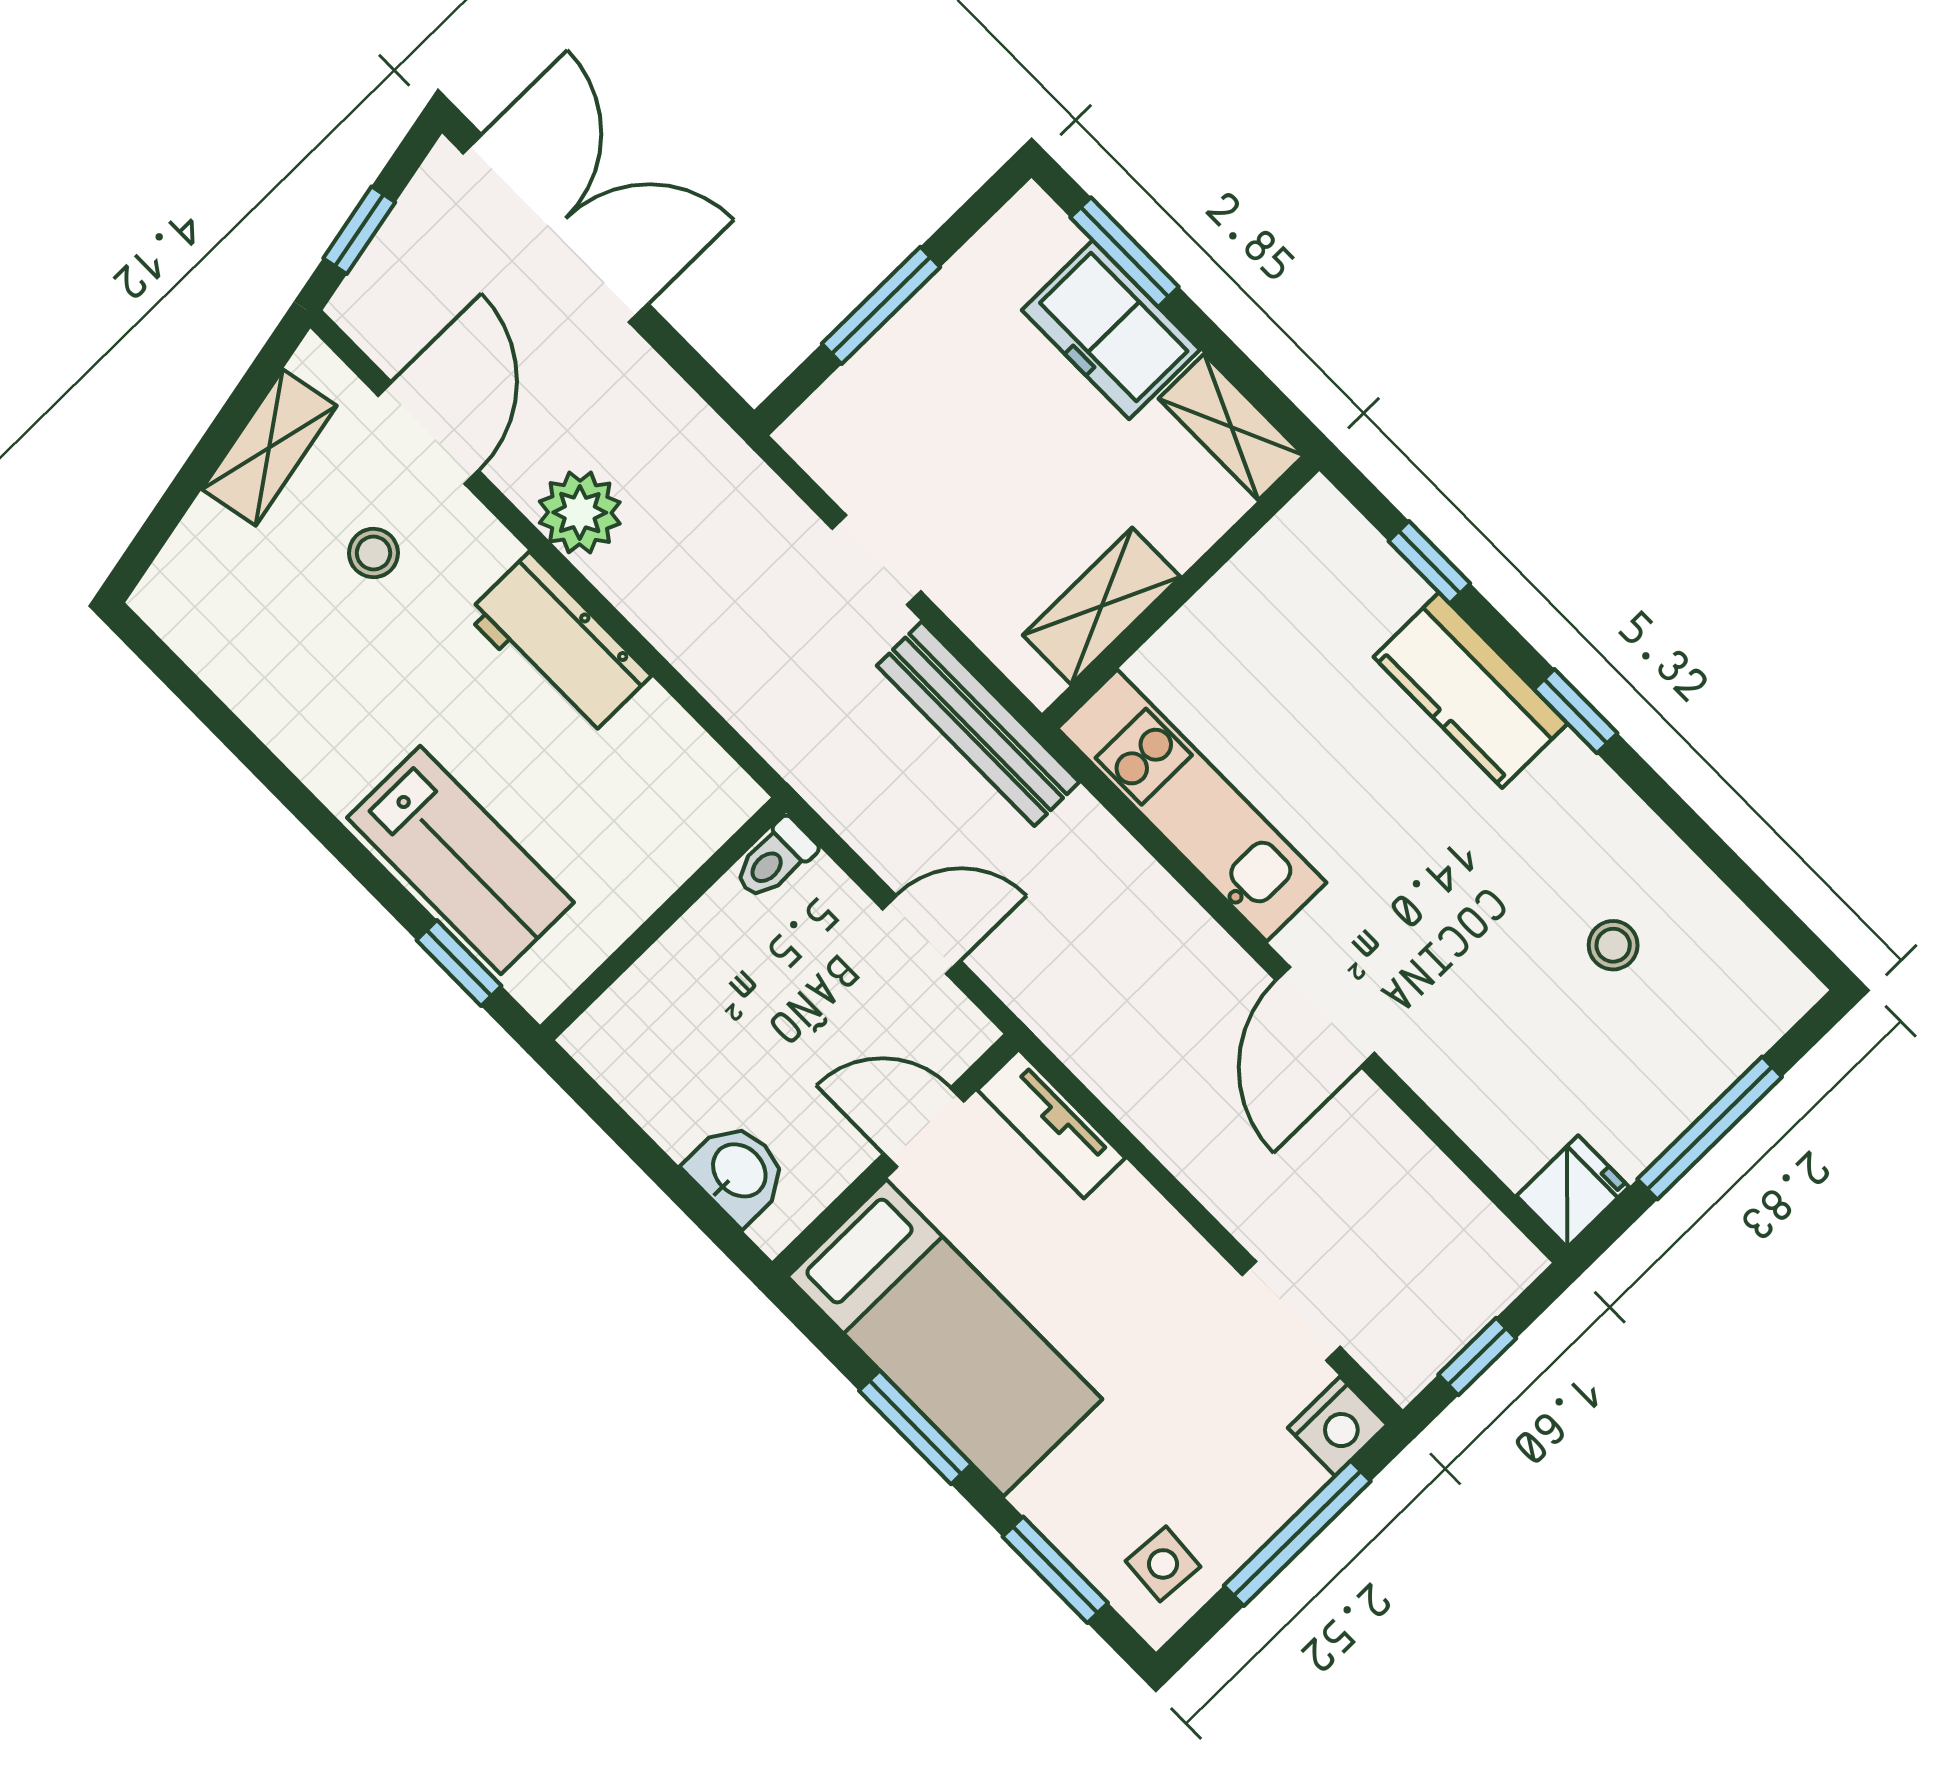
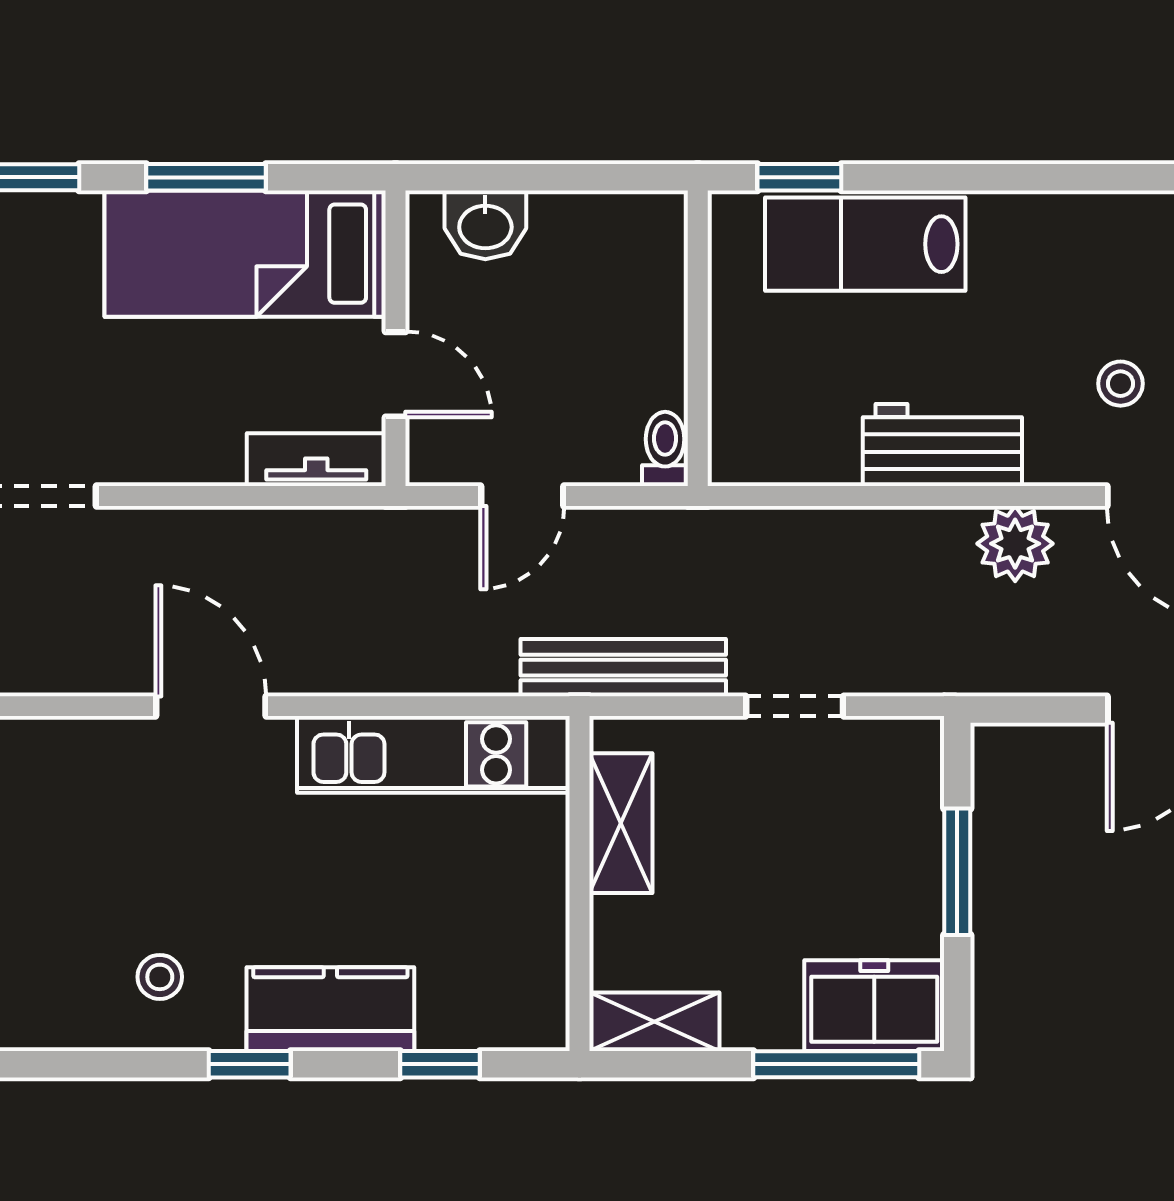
window: (1125, 252) -> (836, 1064), width x1.44
freezer: (1111, 330) -> (874, 1006), moved
stool: (1613, 945) -> (160, 977), moved
door: (924, 1127) -> (396, 374), hinge flipped

